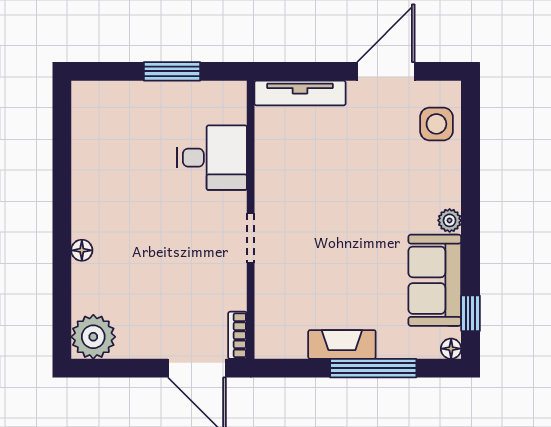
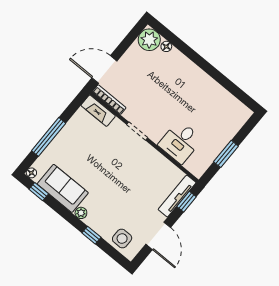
window: (297, 71) -> (186, 202), added
window: (470, 176) -> (91, 235), added
floor lamp: (82, 250) -> (166, 46), moved
bookcase: (238, 335) -> (109, 100), width x1.56
fireplace: (342, 344) -> (98, 111), moved, turned 90

